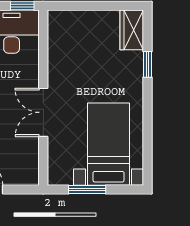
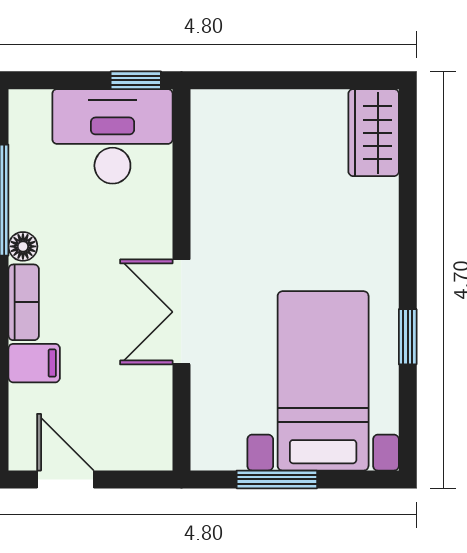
window: (147, 64) -> (408, 337), moved

